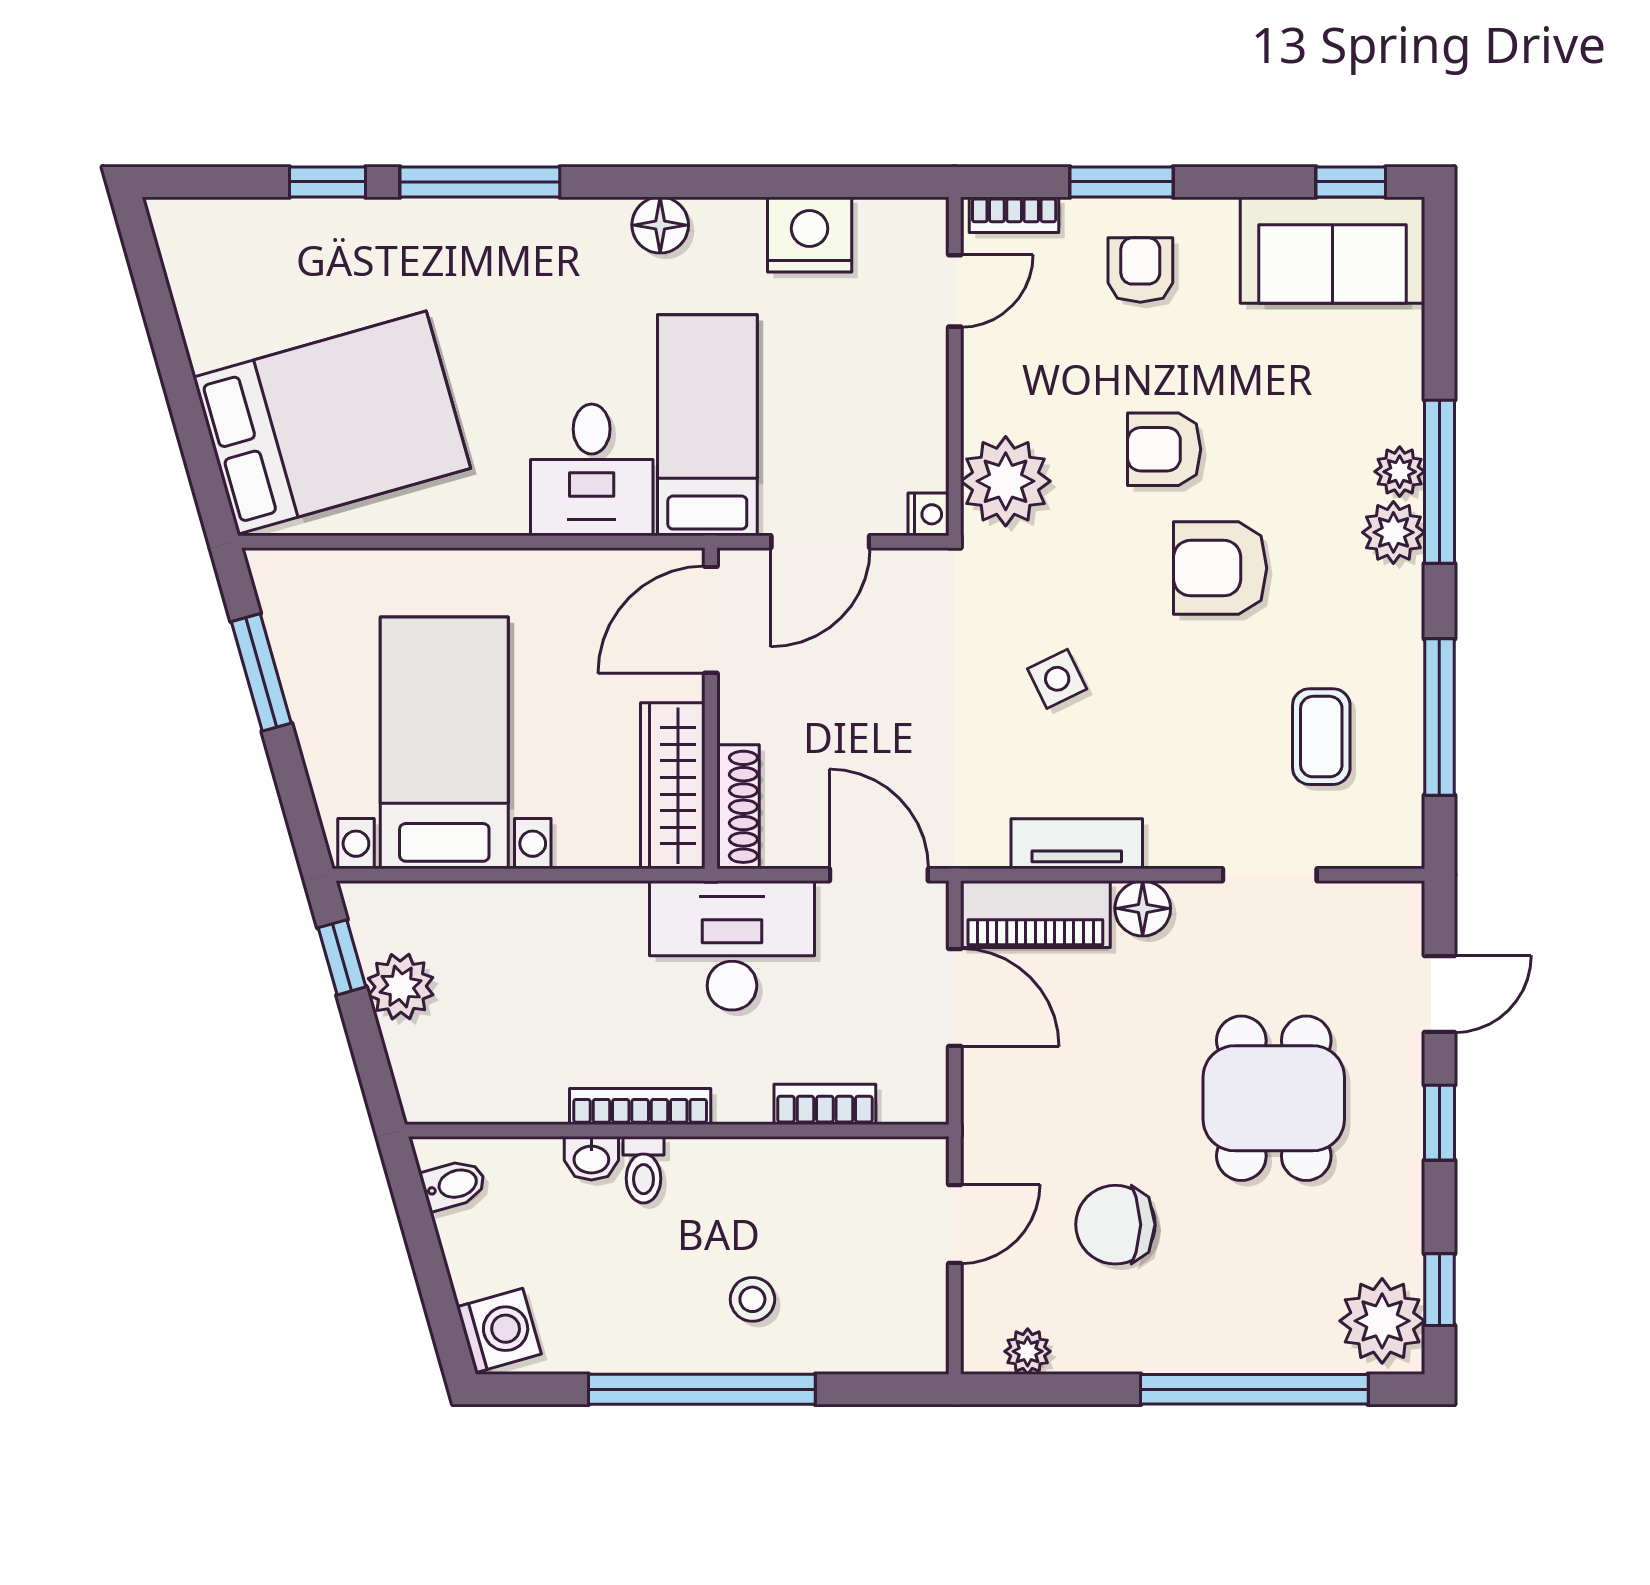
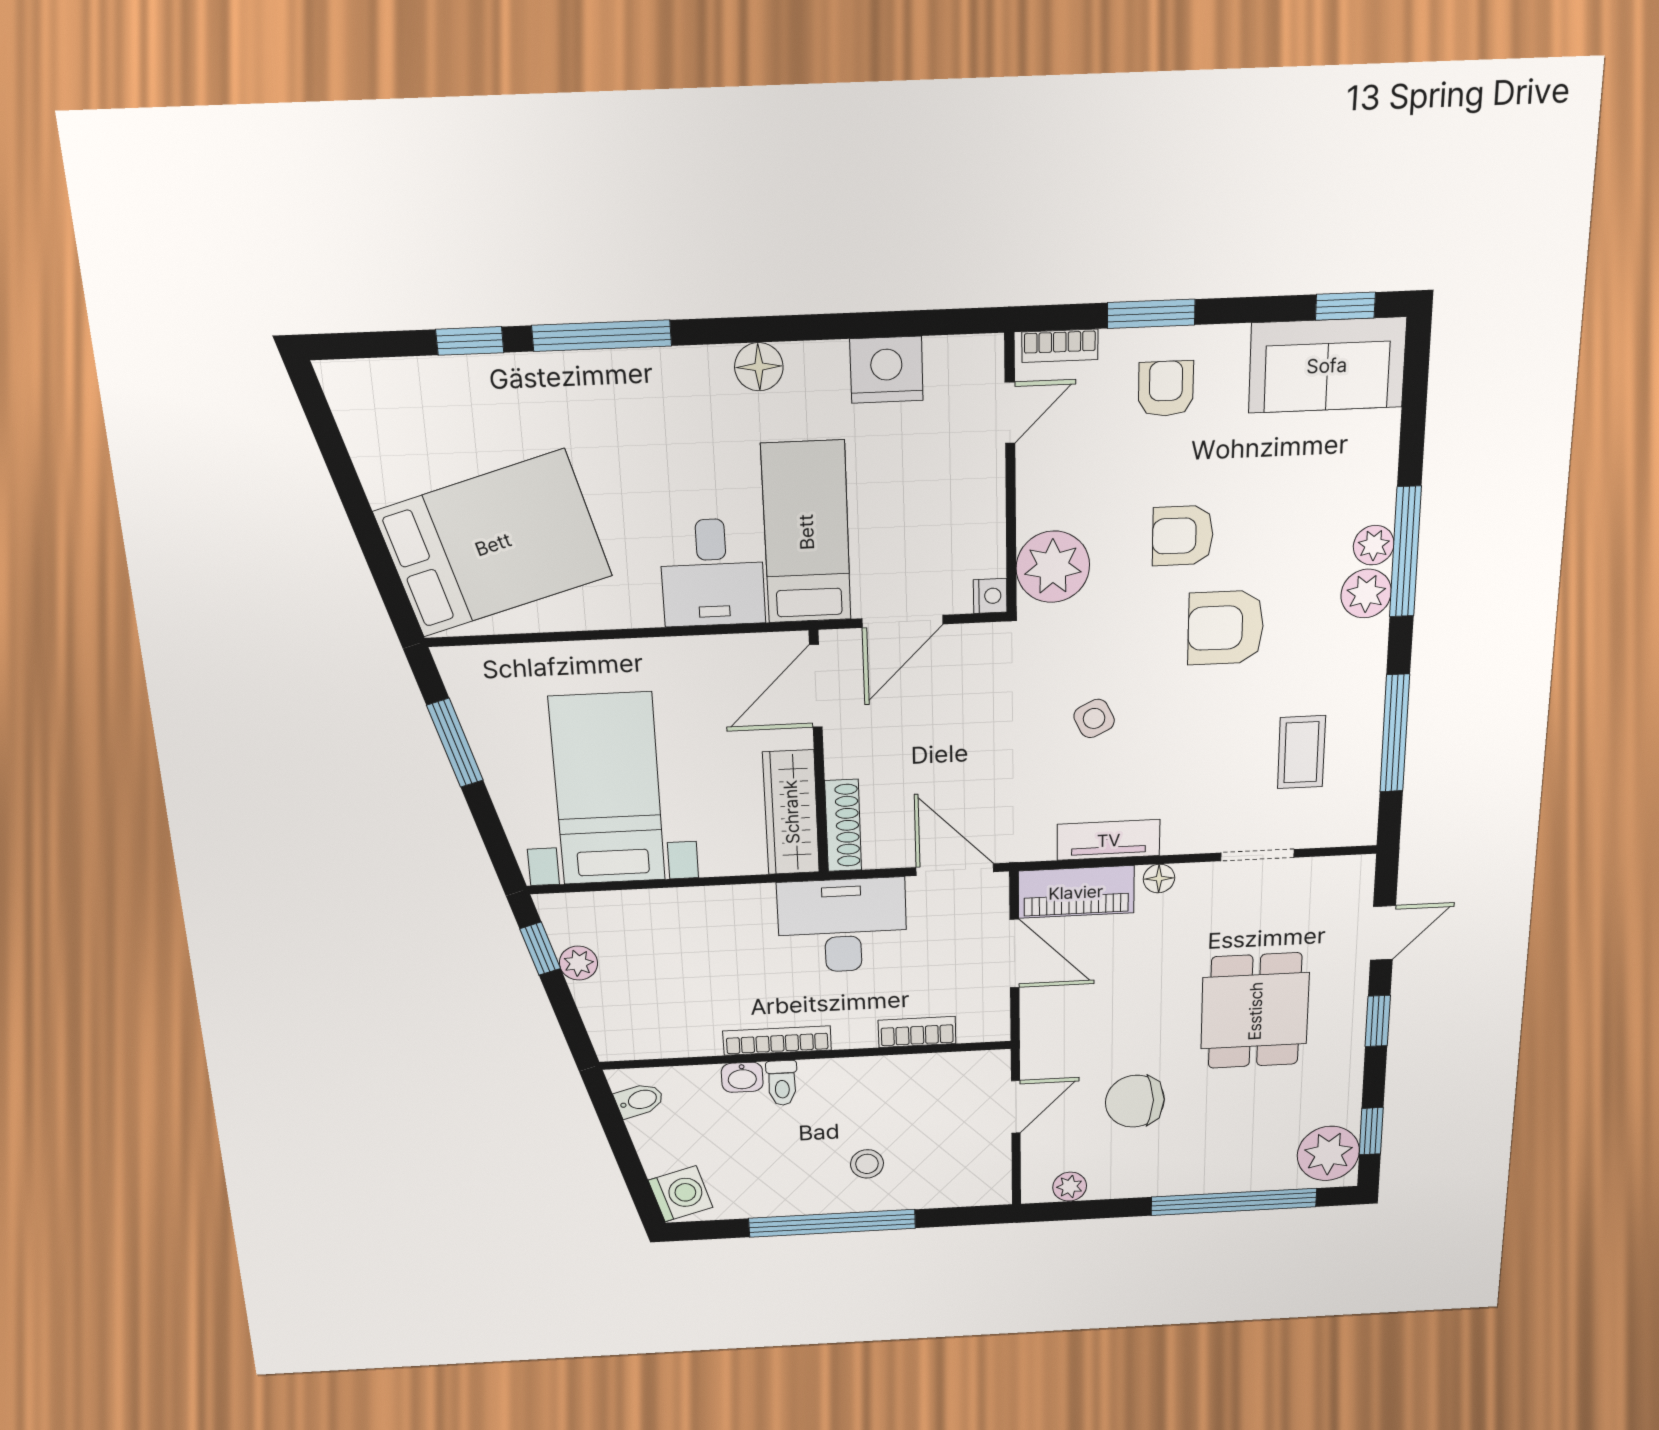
floor lamp: (1143, 908) -> (1159, 878), width x0.73, depth x0.73
plant: (401, 987) -> (578, 963), width x0.73, depth x0.73

